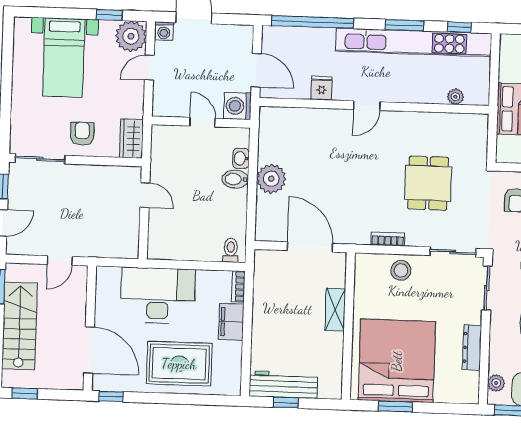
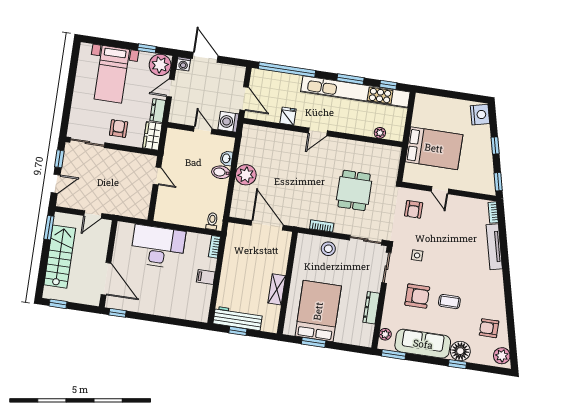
dresser: (135, 102) -> (158, 110), added
shelving: (335, 310) -> (277, 289), moved
filing cabinet: (231, 322) -> (206, 277), width x0.50
bed: (397, 361) -> (318, 311), width x0.73
rug: (179, 364) -> (167, 295), removed

